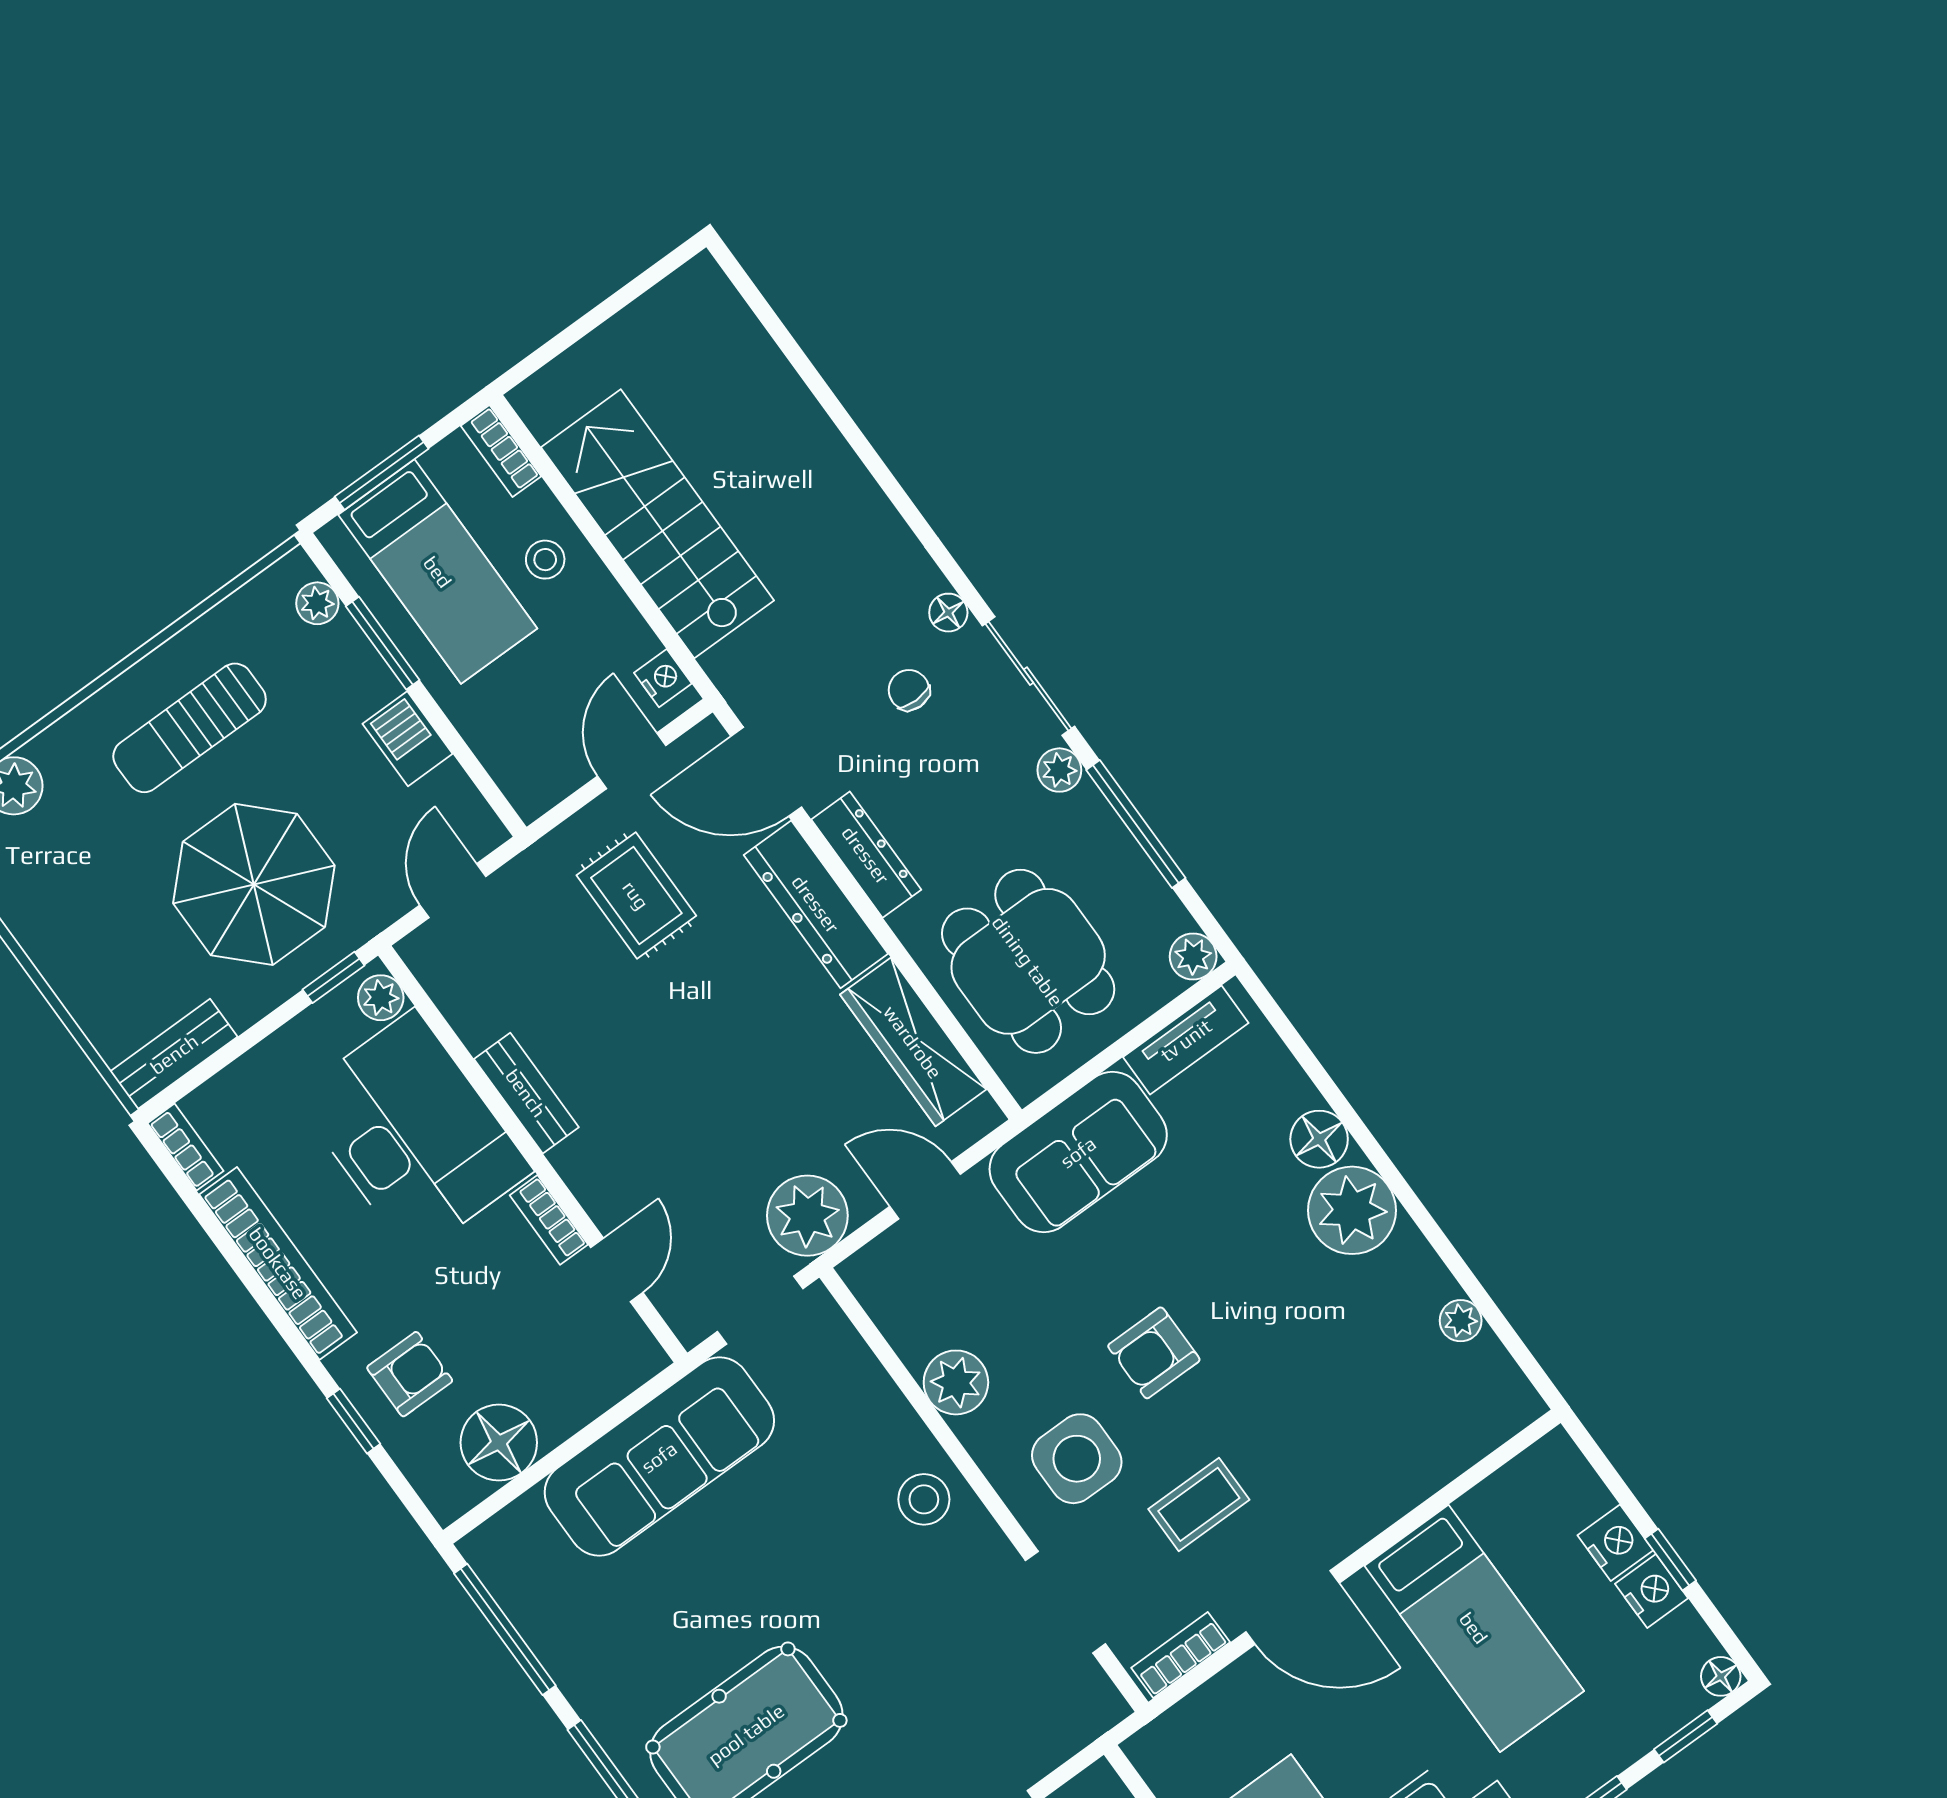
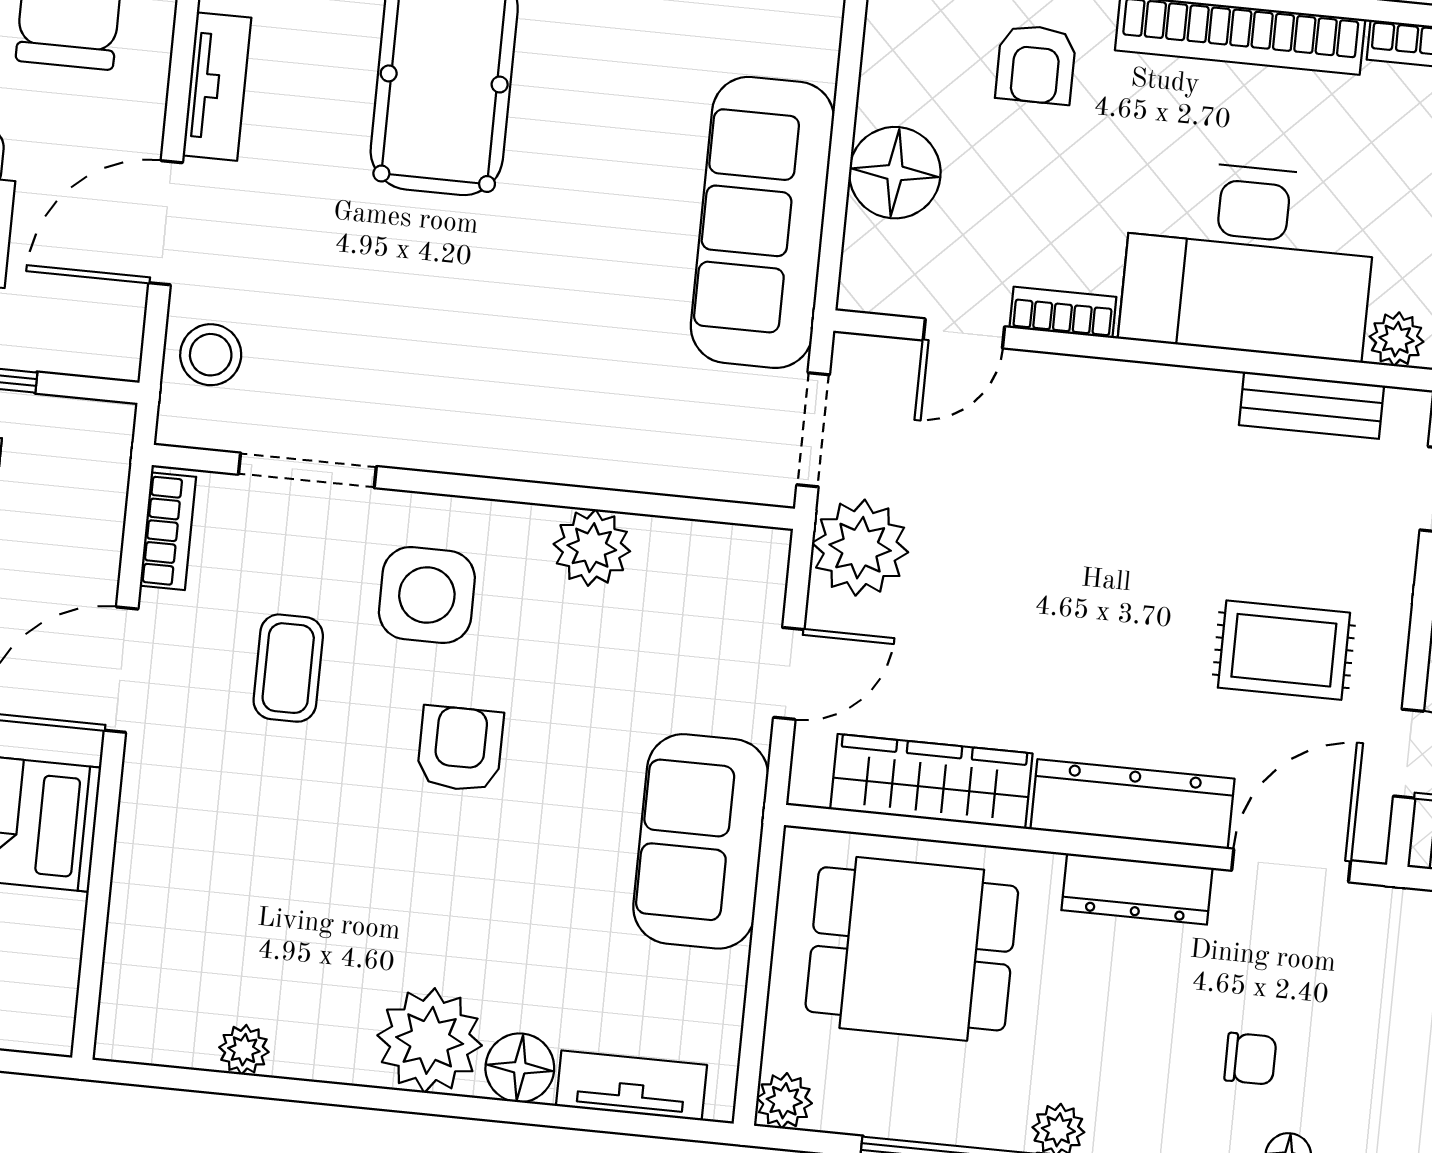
tv unit: (1186, 1040) -> (632, 1085), moved, turned 90
bench: (526, 1093) -> (1312, 405), moved
door: (617, 1270) -> (964, 333), hinge flipped
floor lamp: (499, 1443) -> (895, 173), moved
stool: (924, 1499) -> (211, 355), moved

